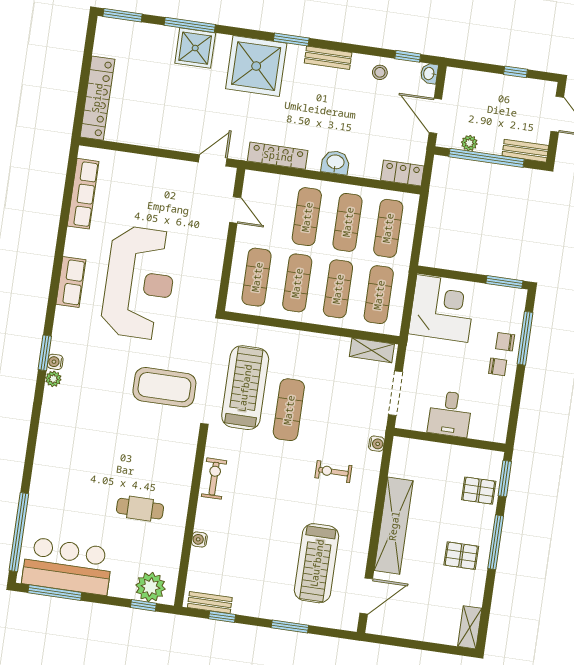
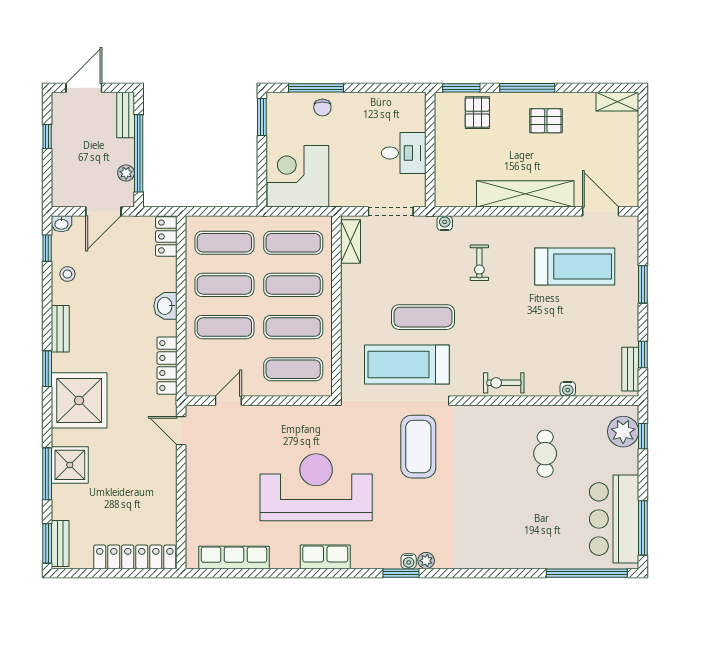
bench: (121, 28) -> (60, 543), added
chair: (498, 367) -> (349, 111), removed
pallet: (461, 556) -> (546, 121), turned 90

